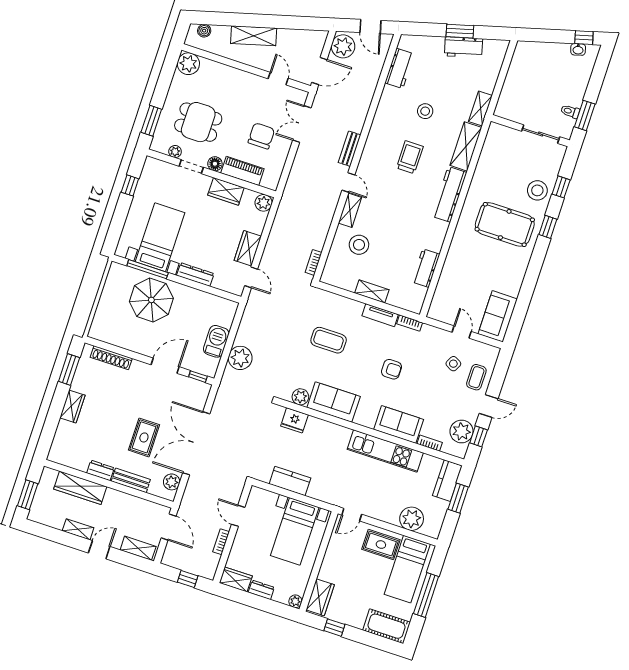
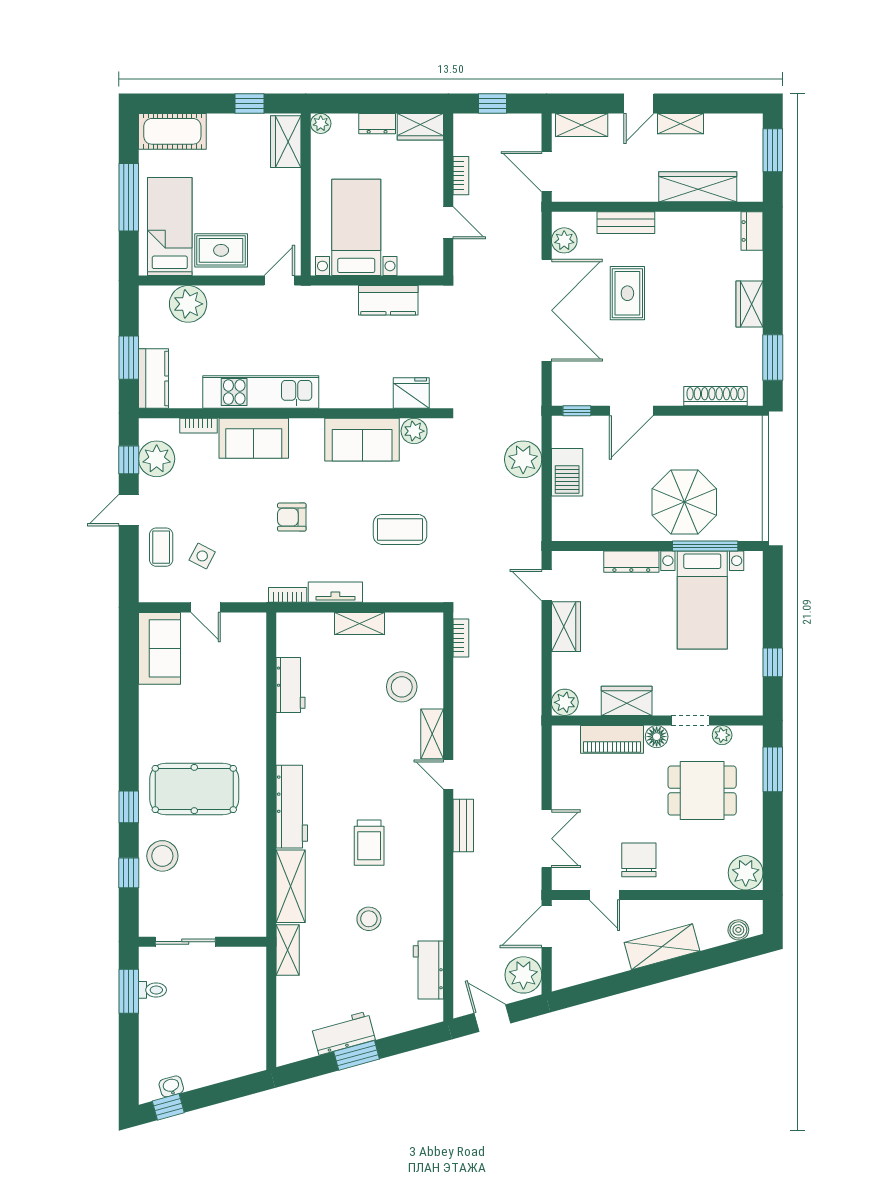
chair: (261, 136) -> (639, 860), moved, turned 180
dresser: (101, 470) -> (752, 231), moved, turned 90

